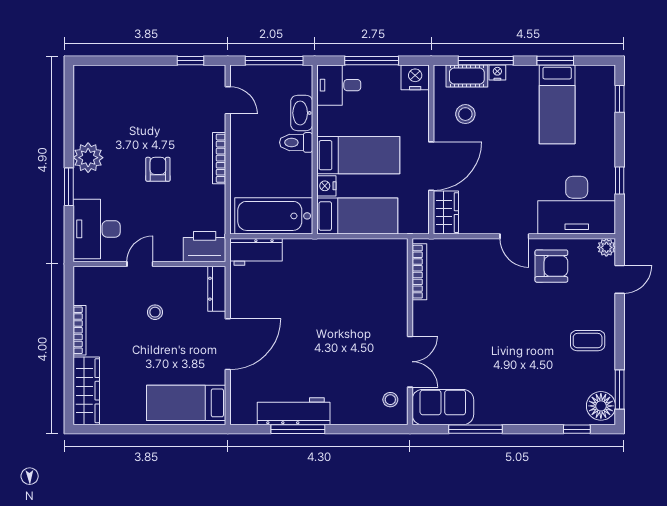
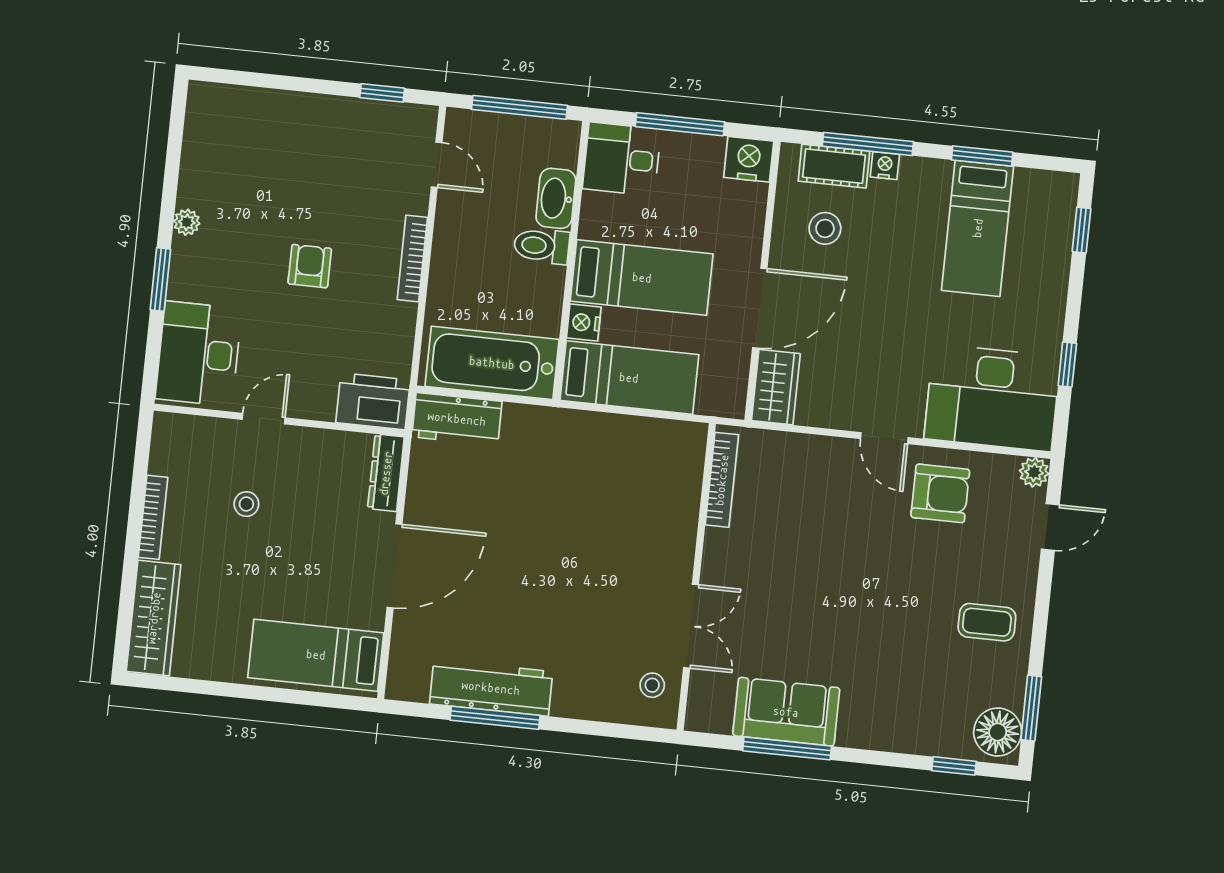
plant: (88, 158) -> (187, 222), width x0.53, depth x0.53
stool: (155, 312) -> (246, 504), moved
sofa: (443, 407) -> (786, 712), moved

